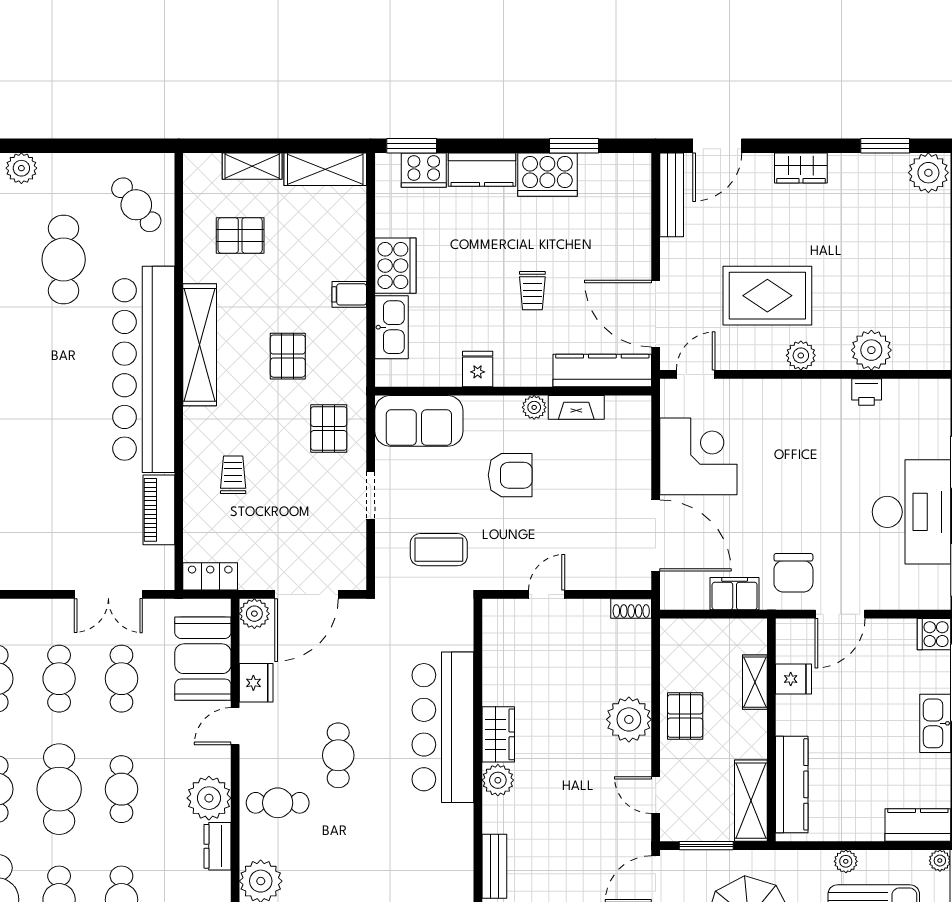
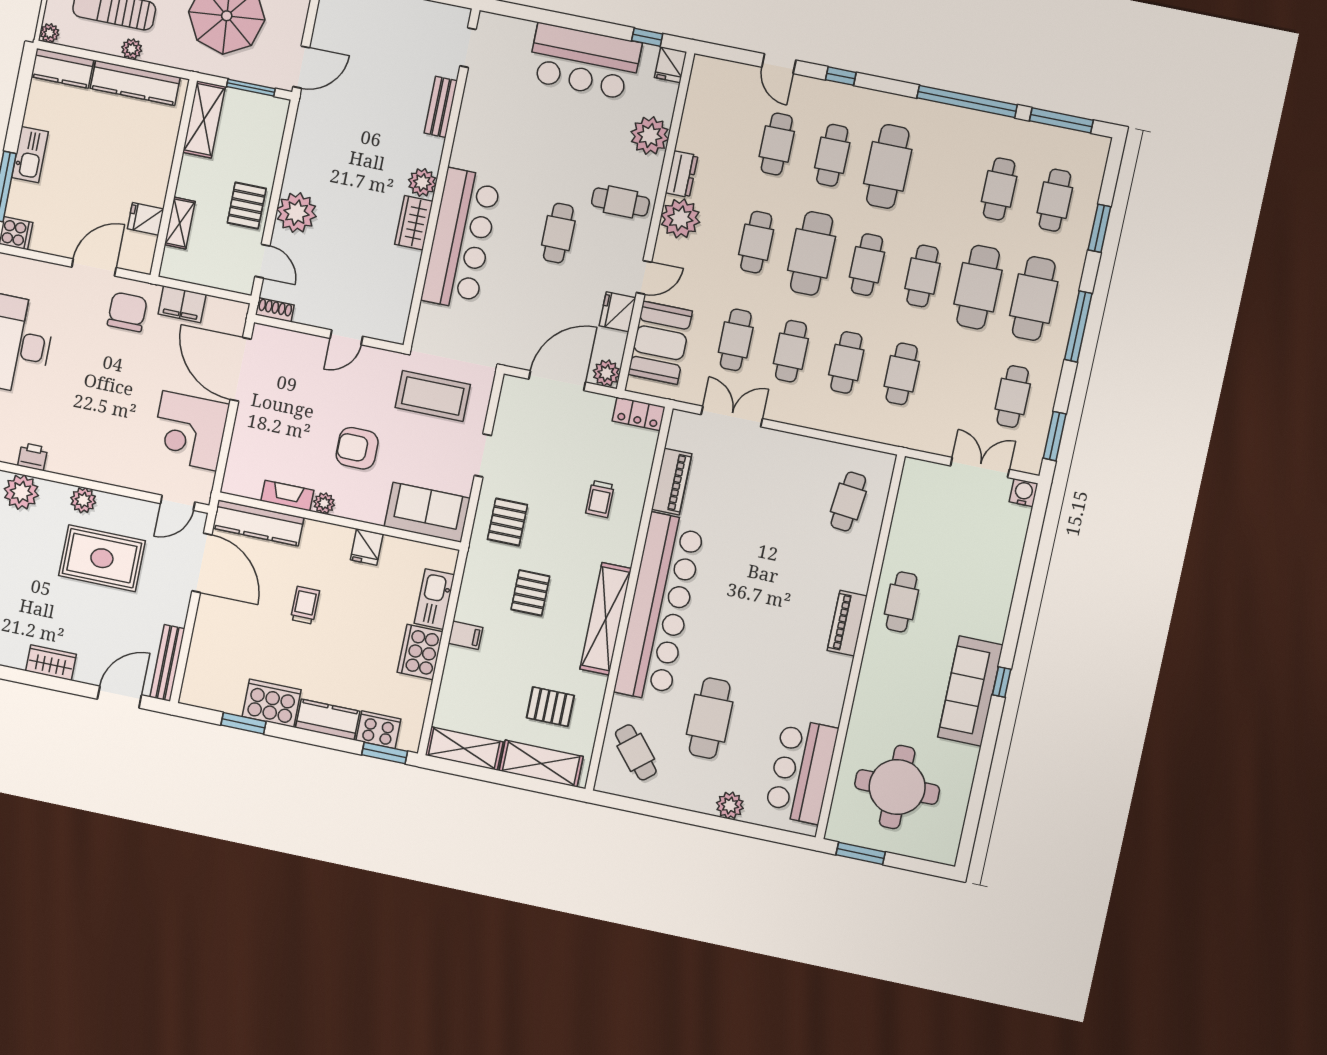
shelving: (252, 166) -> (541, 764), width x1.50, depth x1.33
coffee table: (439, 550) -> (433, 396), width x1.36, depth x1.32
kitchen counter: (792, 784) -> (135, 83), moved, turned -90
door: (656, 795) -> (262, 261), moved

